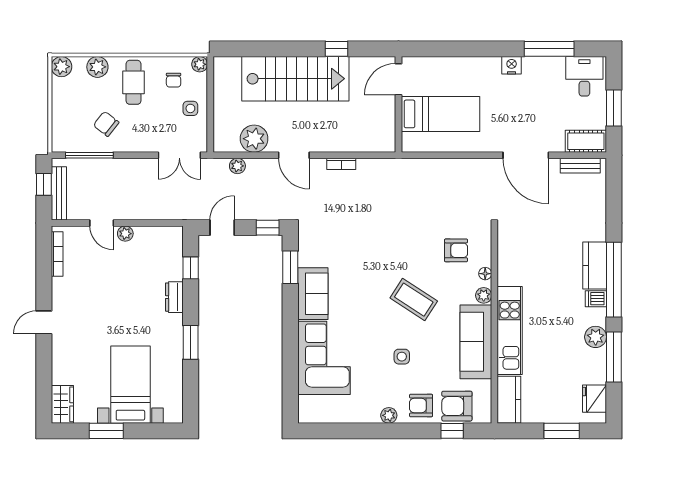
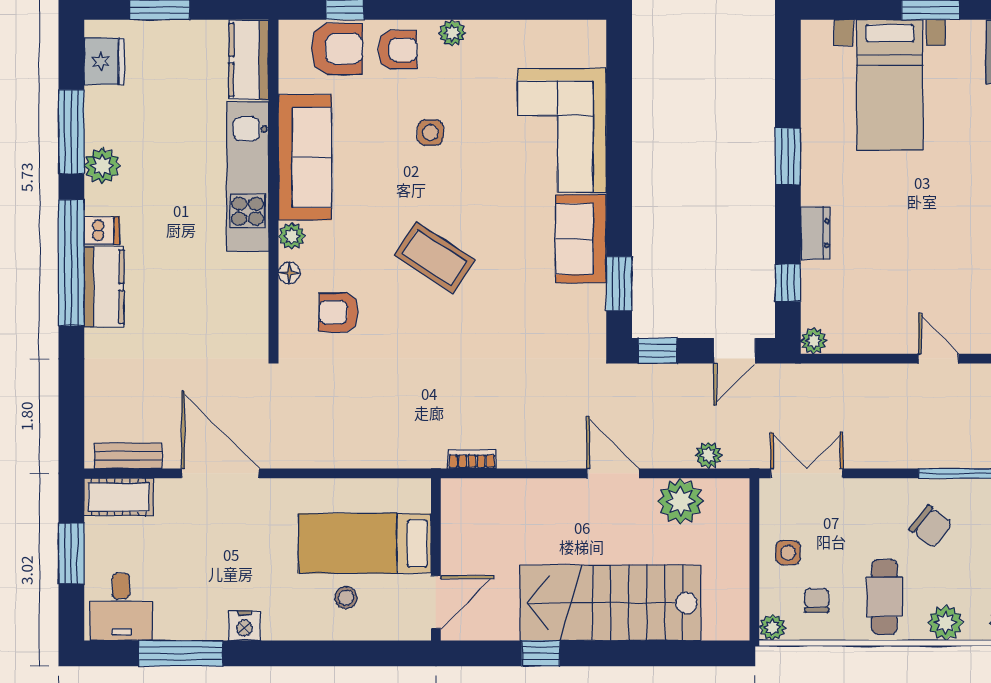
stool: (452, 82) -> (346, 598), added
bookcase: (341, 164) -> (472, 459), moved
plant: (125, 234) -> (814, 341), moved
coffee table: (414, 300) -> (434, 258), moved

